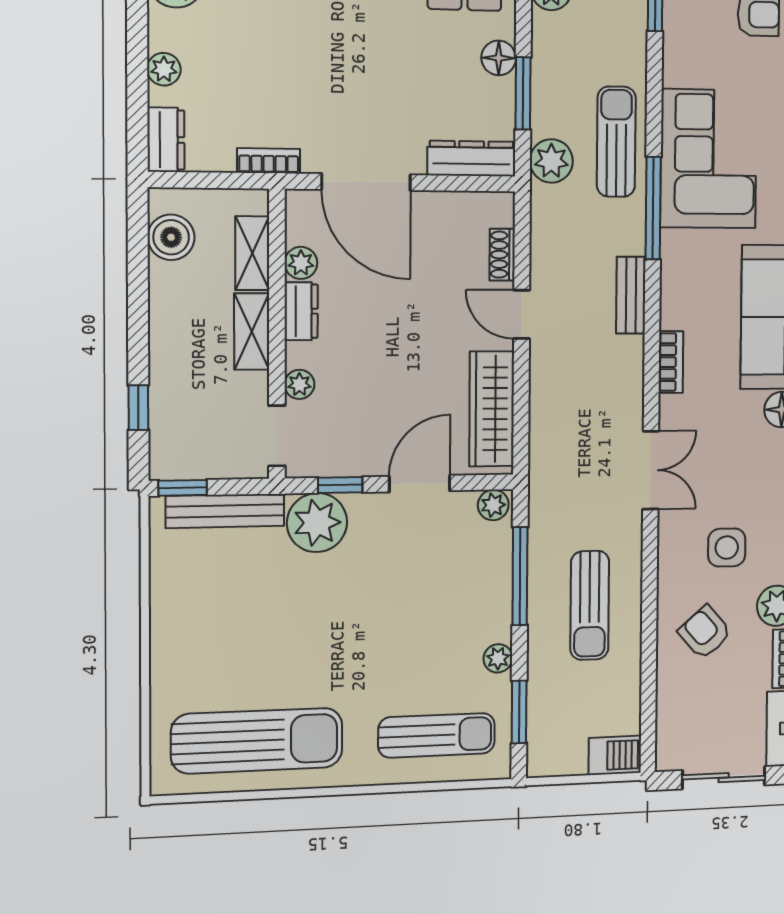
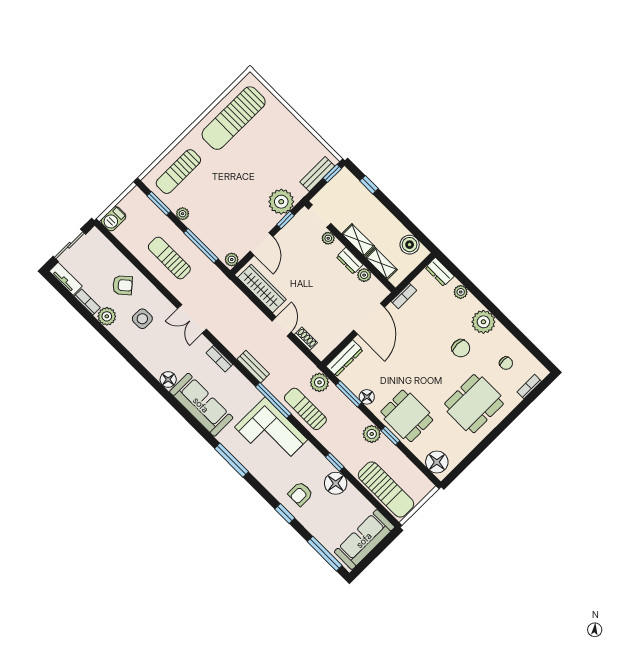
sun lounger: (616, 142) -> (305, 409), turned 180
door: (366, 182) -> (369, 319), swing flipped
door: (522, 314) -> (282, 327), hinge flipped
bench: (225, 511) -> (317, 174), width x0.73

